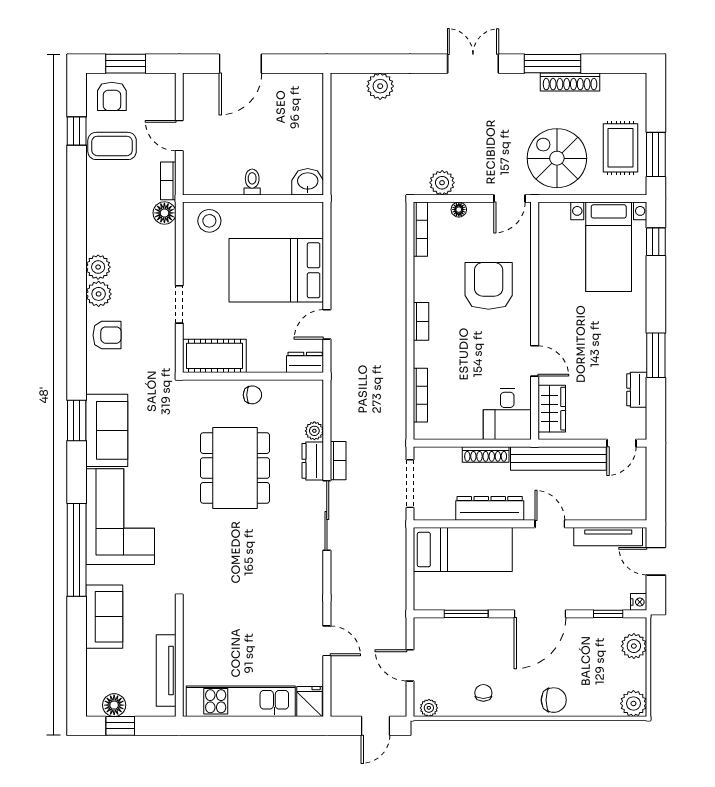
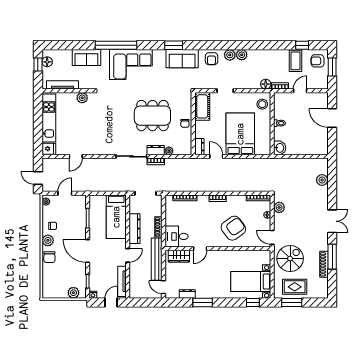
armchair: (489, 286) -> (233, 228), turned -36
sofa: (107, 430) -> (182, 59), moved
plant: (195, 626) -> (82, 98), added
plant: (633, 703) -> (48, 240), moved

